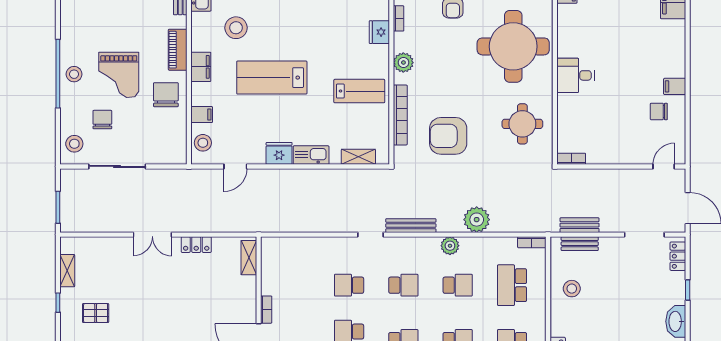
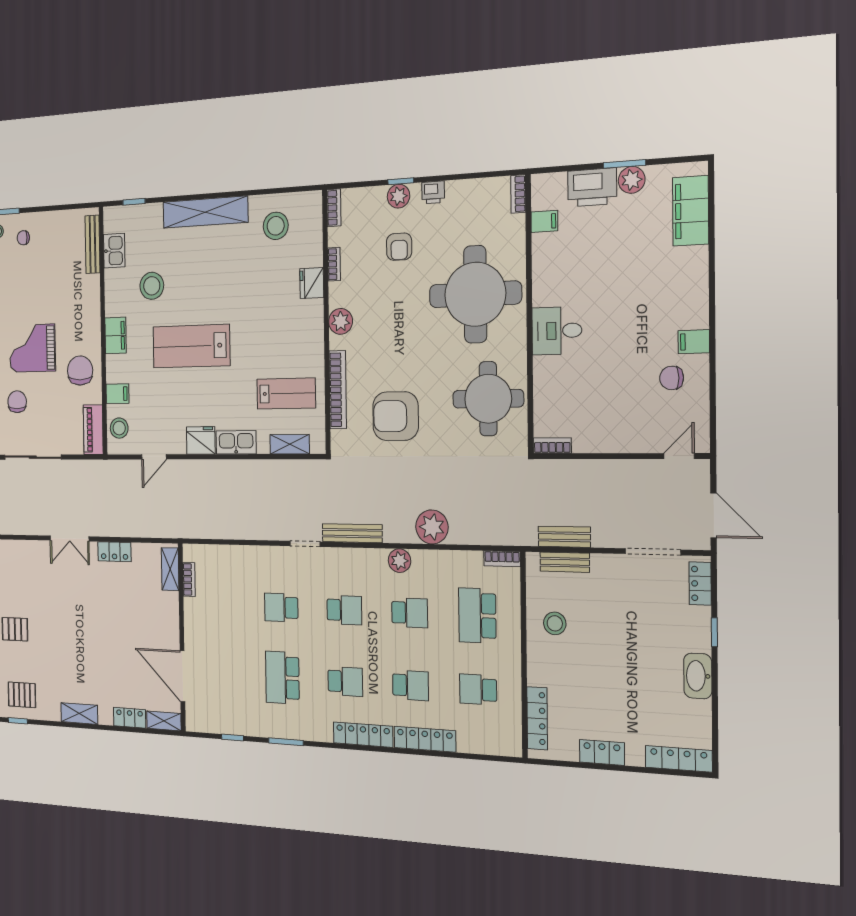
piano: (178, 50) -> (93, 430), moved
grand piano: (119, 75) -> (32, 348), turned 90
lab bench: (359, 91) -> (286, 394), moved
round table: (522, 124) -> (488, 399), width x1.36, depth x1.36
bookcase: (266, 310) -> (189, 579), moved

